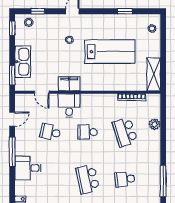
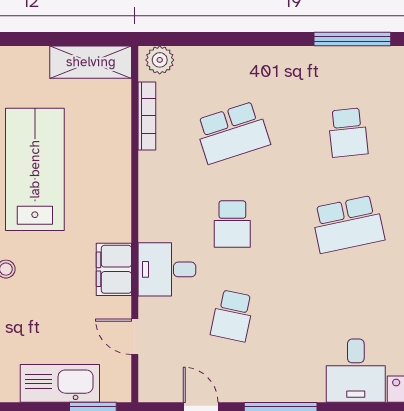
door: (42, 92) -> (135, 337), swing flipped
plant: (155, 124) -> (160, 60), moved
desk: (28, 168) -> (356, 371), moved

